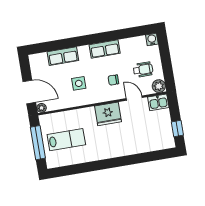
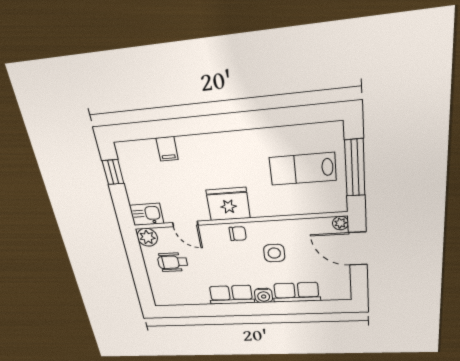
water cooler: (152, 39) -> (264, 295), moved
chair: (113, 80) -> (238, 234), moved
filing cabinet: (144, 146) -> (167, 149), added

